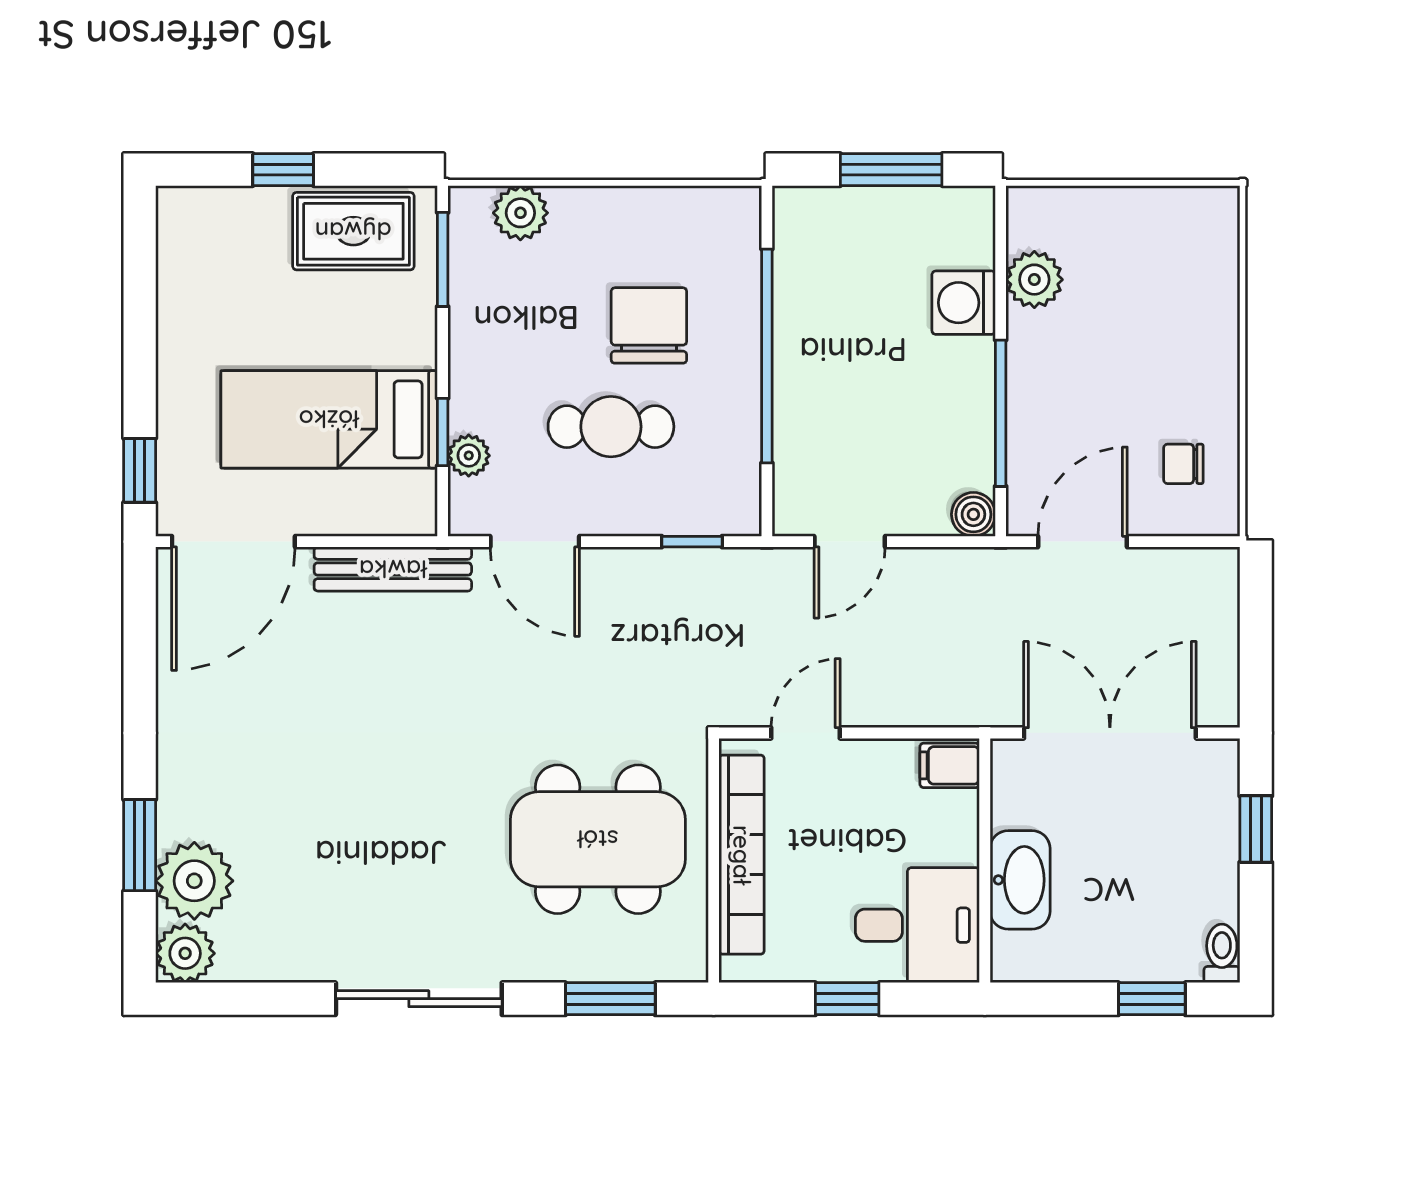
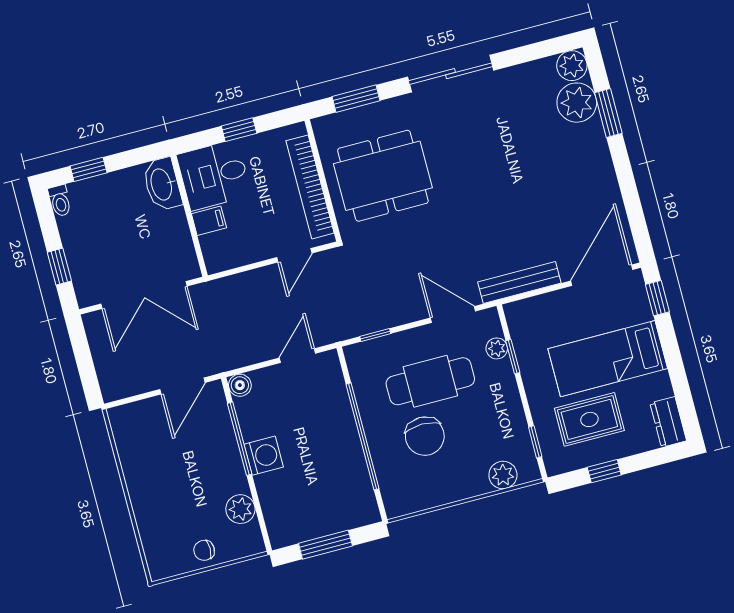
window: (283, 170) -> (604, 471), moved
dresser: (181, 231) -> (668, 422), added
rug: (353, 231) -> (589, 419), moved
window: (443, 259) -> (535, 442), width x0.67
washing machine: (964, 303) -> (264, 456), moved
bed: (329, 419) -> (608, 359), moved, turned 180
cafe table: (611, 427) -> (430, 381), width x1.37, depth x1.35
chair: (1183, 464) -> (204, 550), moved, turned 180
filing cabinet: (950, 765) -> (209, 221), moved
washbasin: (1020, 880) -> (162, 184), moved

